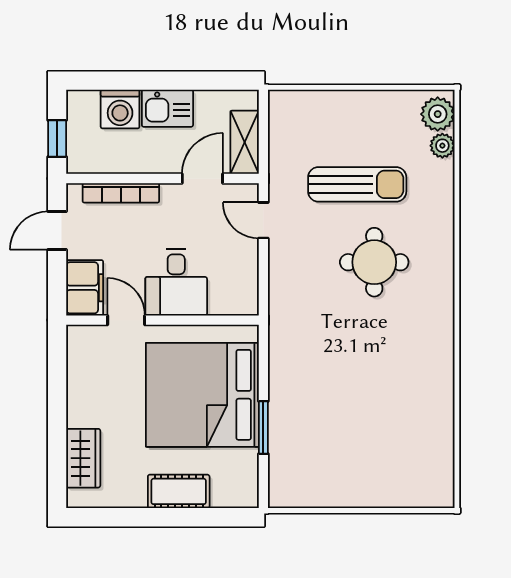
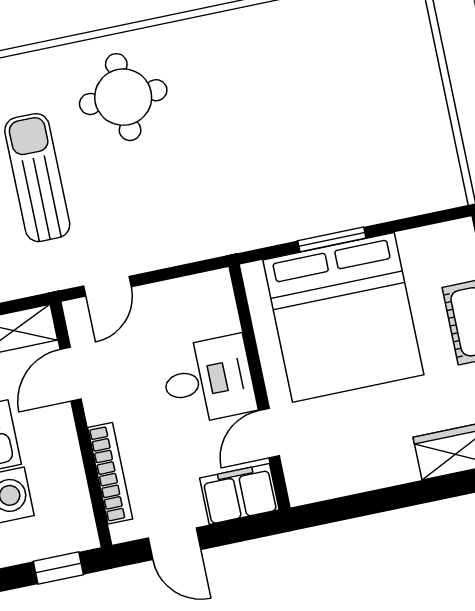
door: (202, 179) -> (71, 374), hinge flipped
round table: (374, 262) -> (123, 97), moved
window: (263, 428) -> (332, 239), moved

